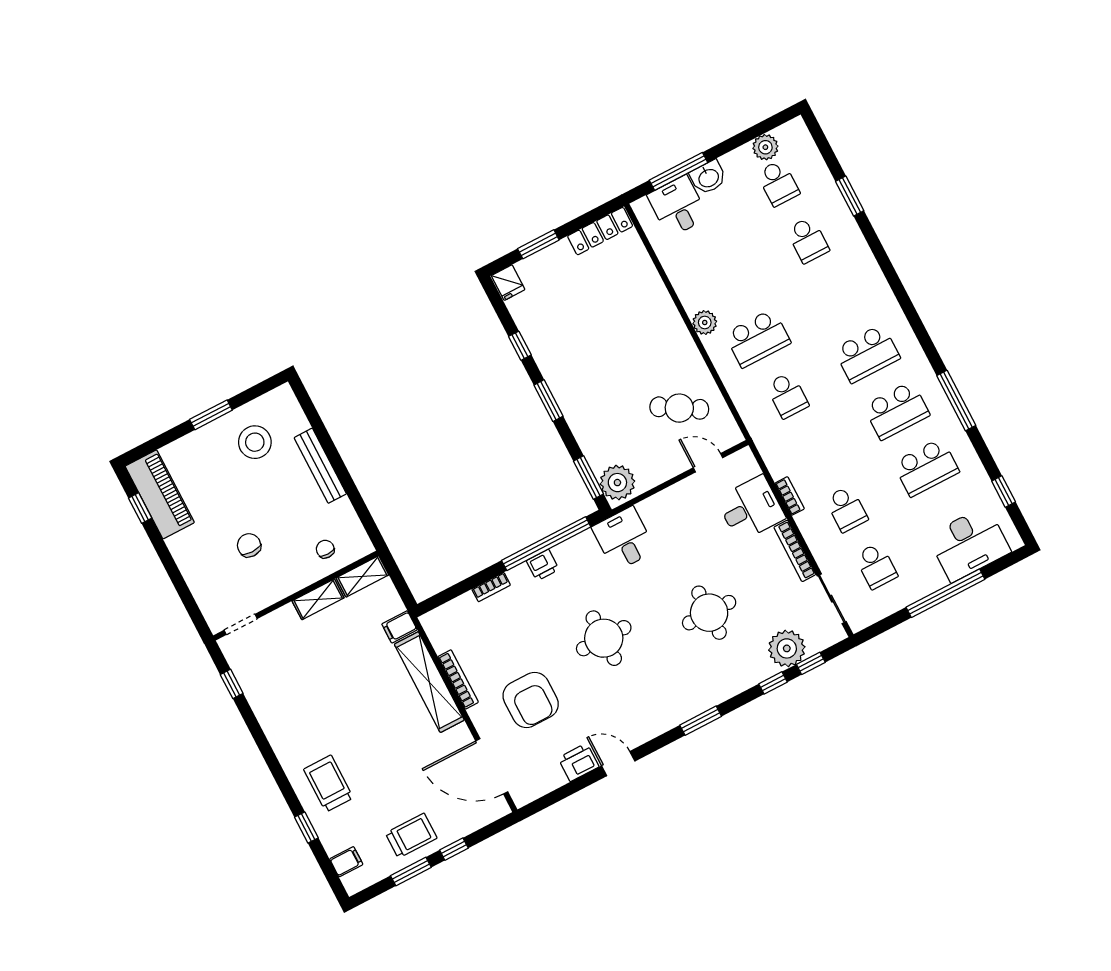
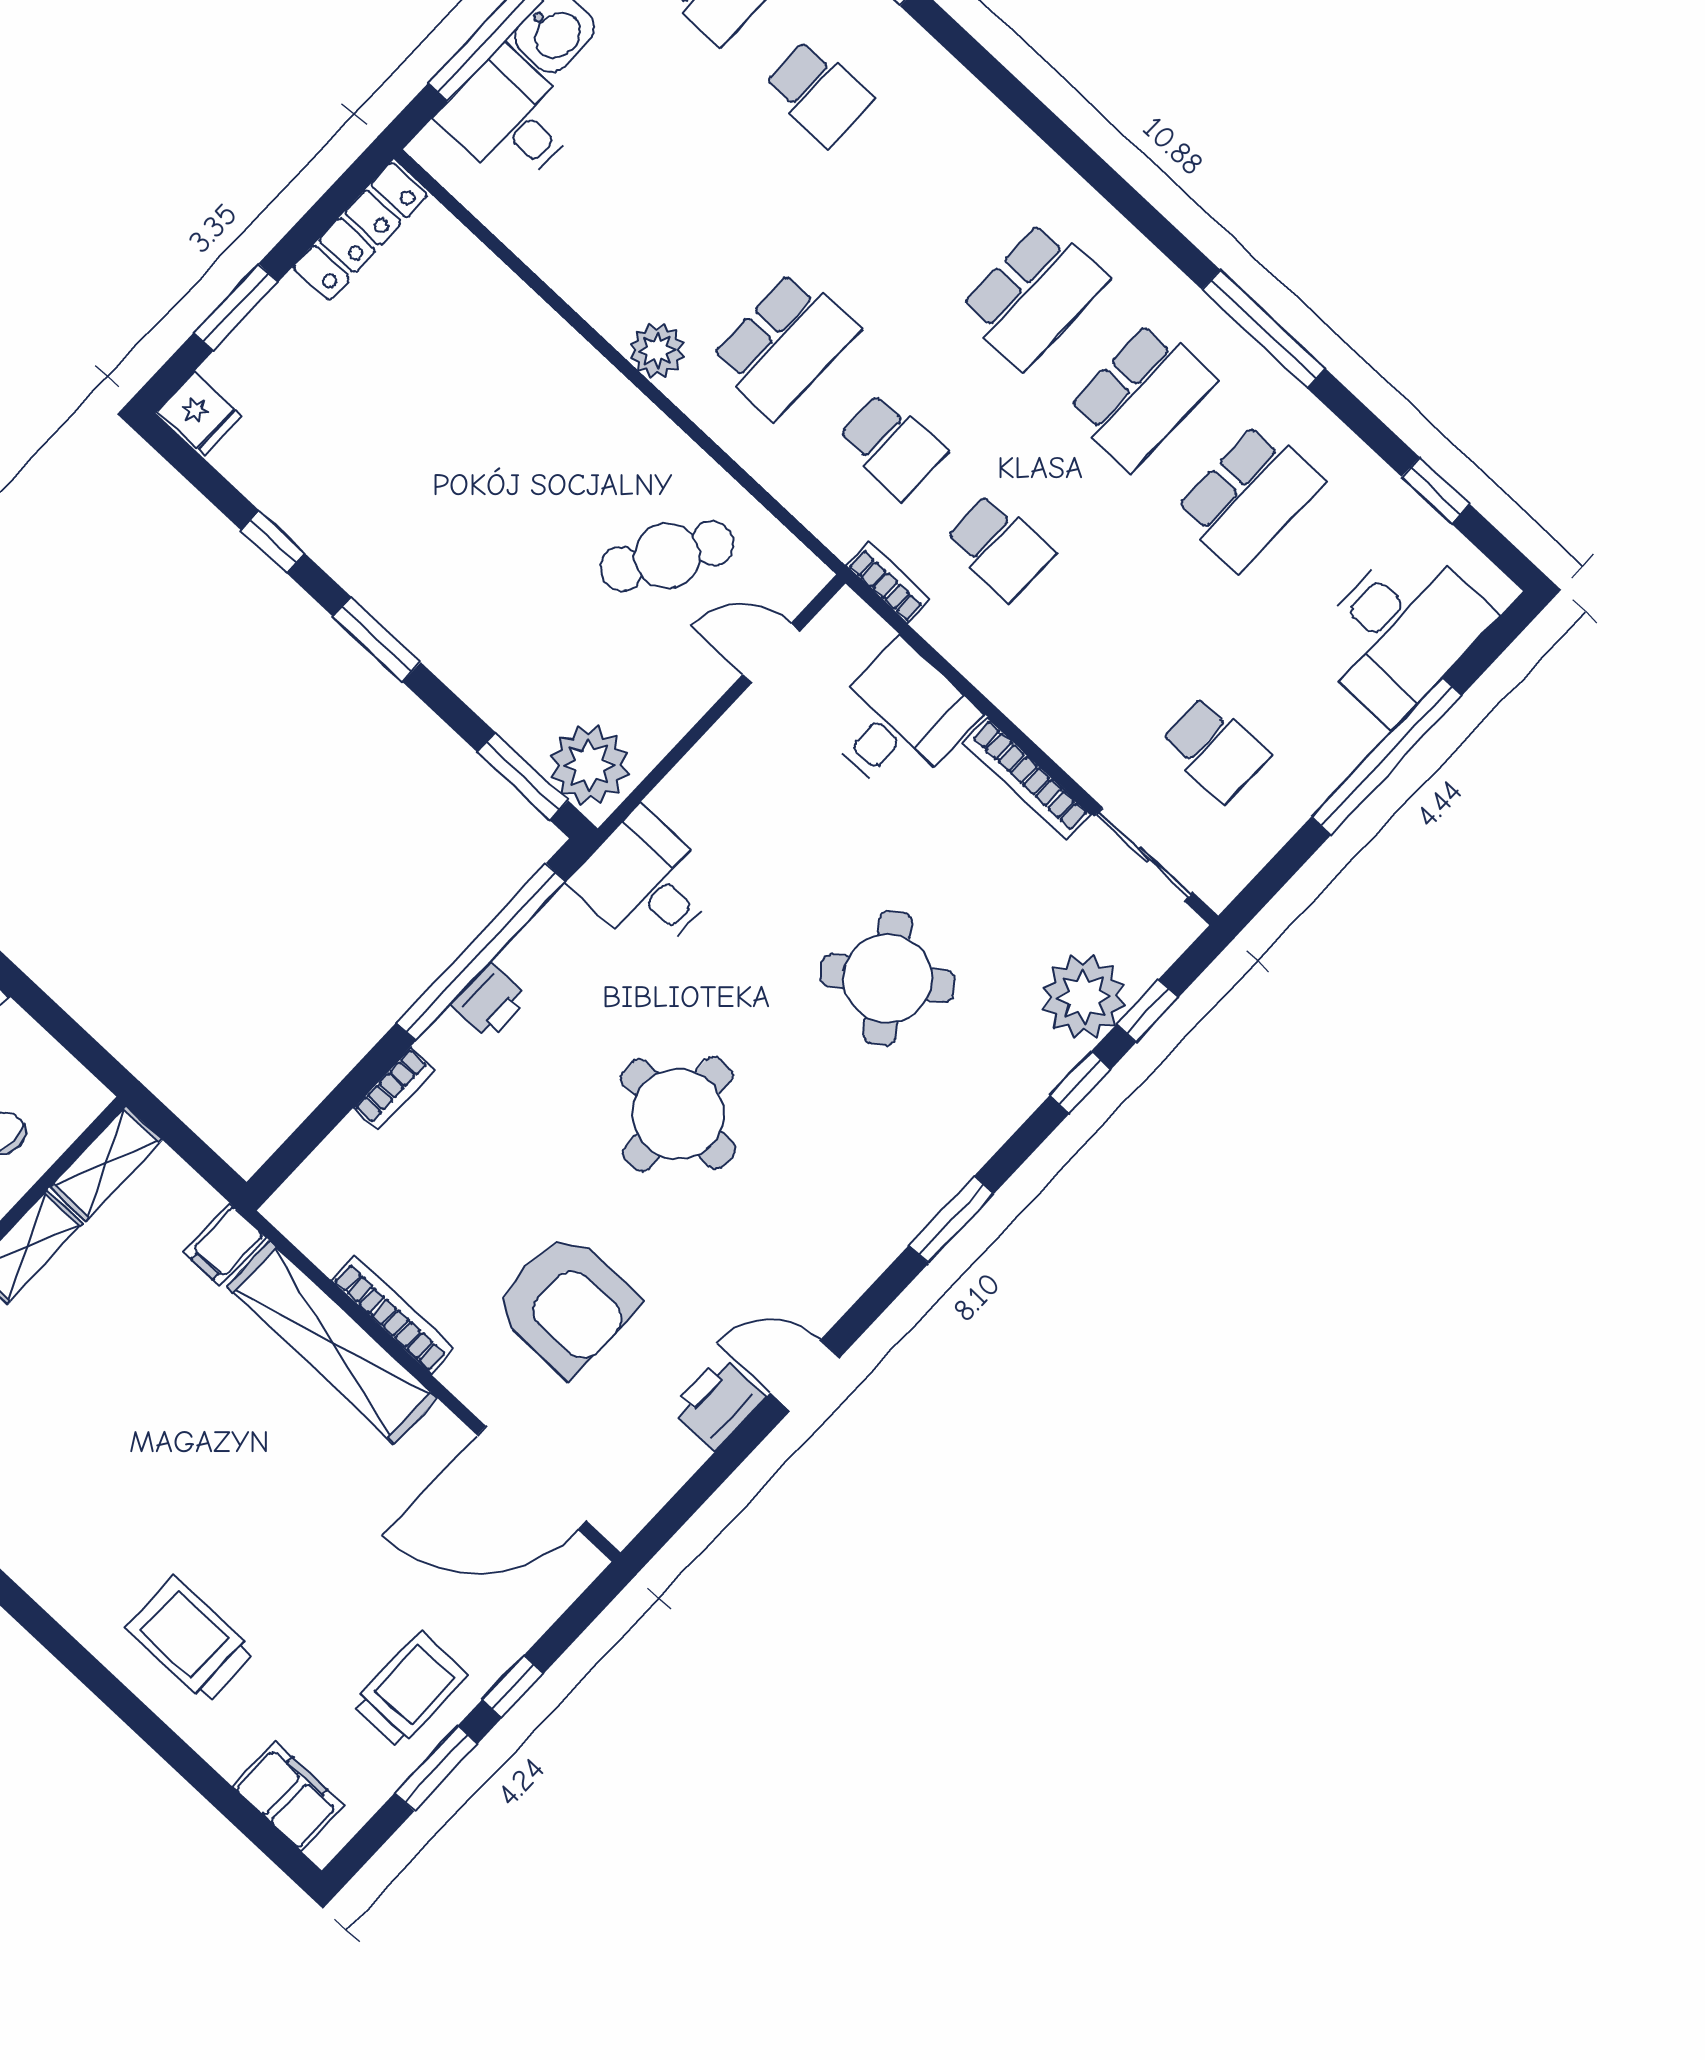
bookcase: (790, 496) -> (888, 583), moved
school desk: (846, 509) -> (1000, 547), moved
round table: (709, 613) -> (888, 978), turned -35
window: (306, 827) -> (176, 1752), removed
filing cabinet: (346, 862) -> (288, 1796), width x2.00

